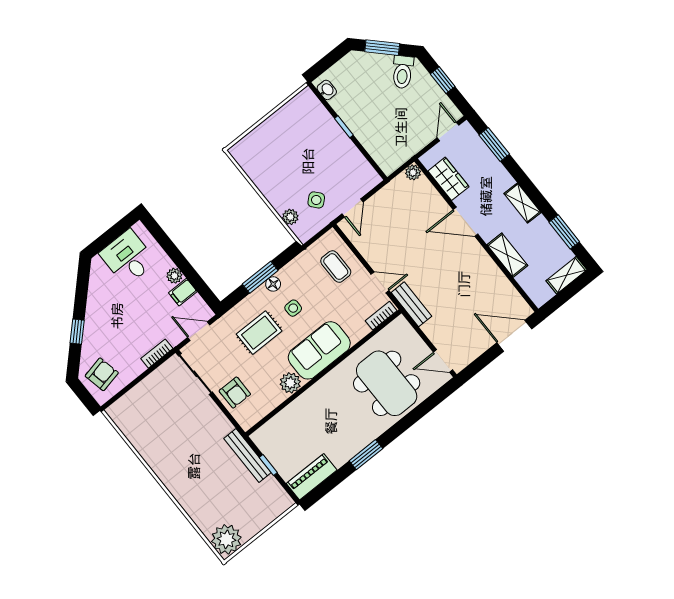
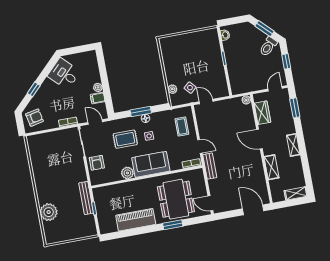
door: (352, 208) -> (206, 101), swing flipped
window: (564, 232) -> (307, 171), removed
desk: (128, 257) -> (64, 74), moved, turned -45
window: (366, 455) -> (173, 225), moved
piano: (312, 477) -> (136, 220), moved, width x1.37, depth x1.33
plant: (226, 539) -> (49, 212), moved

